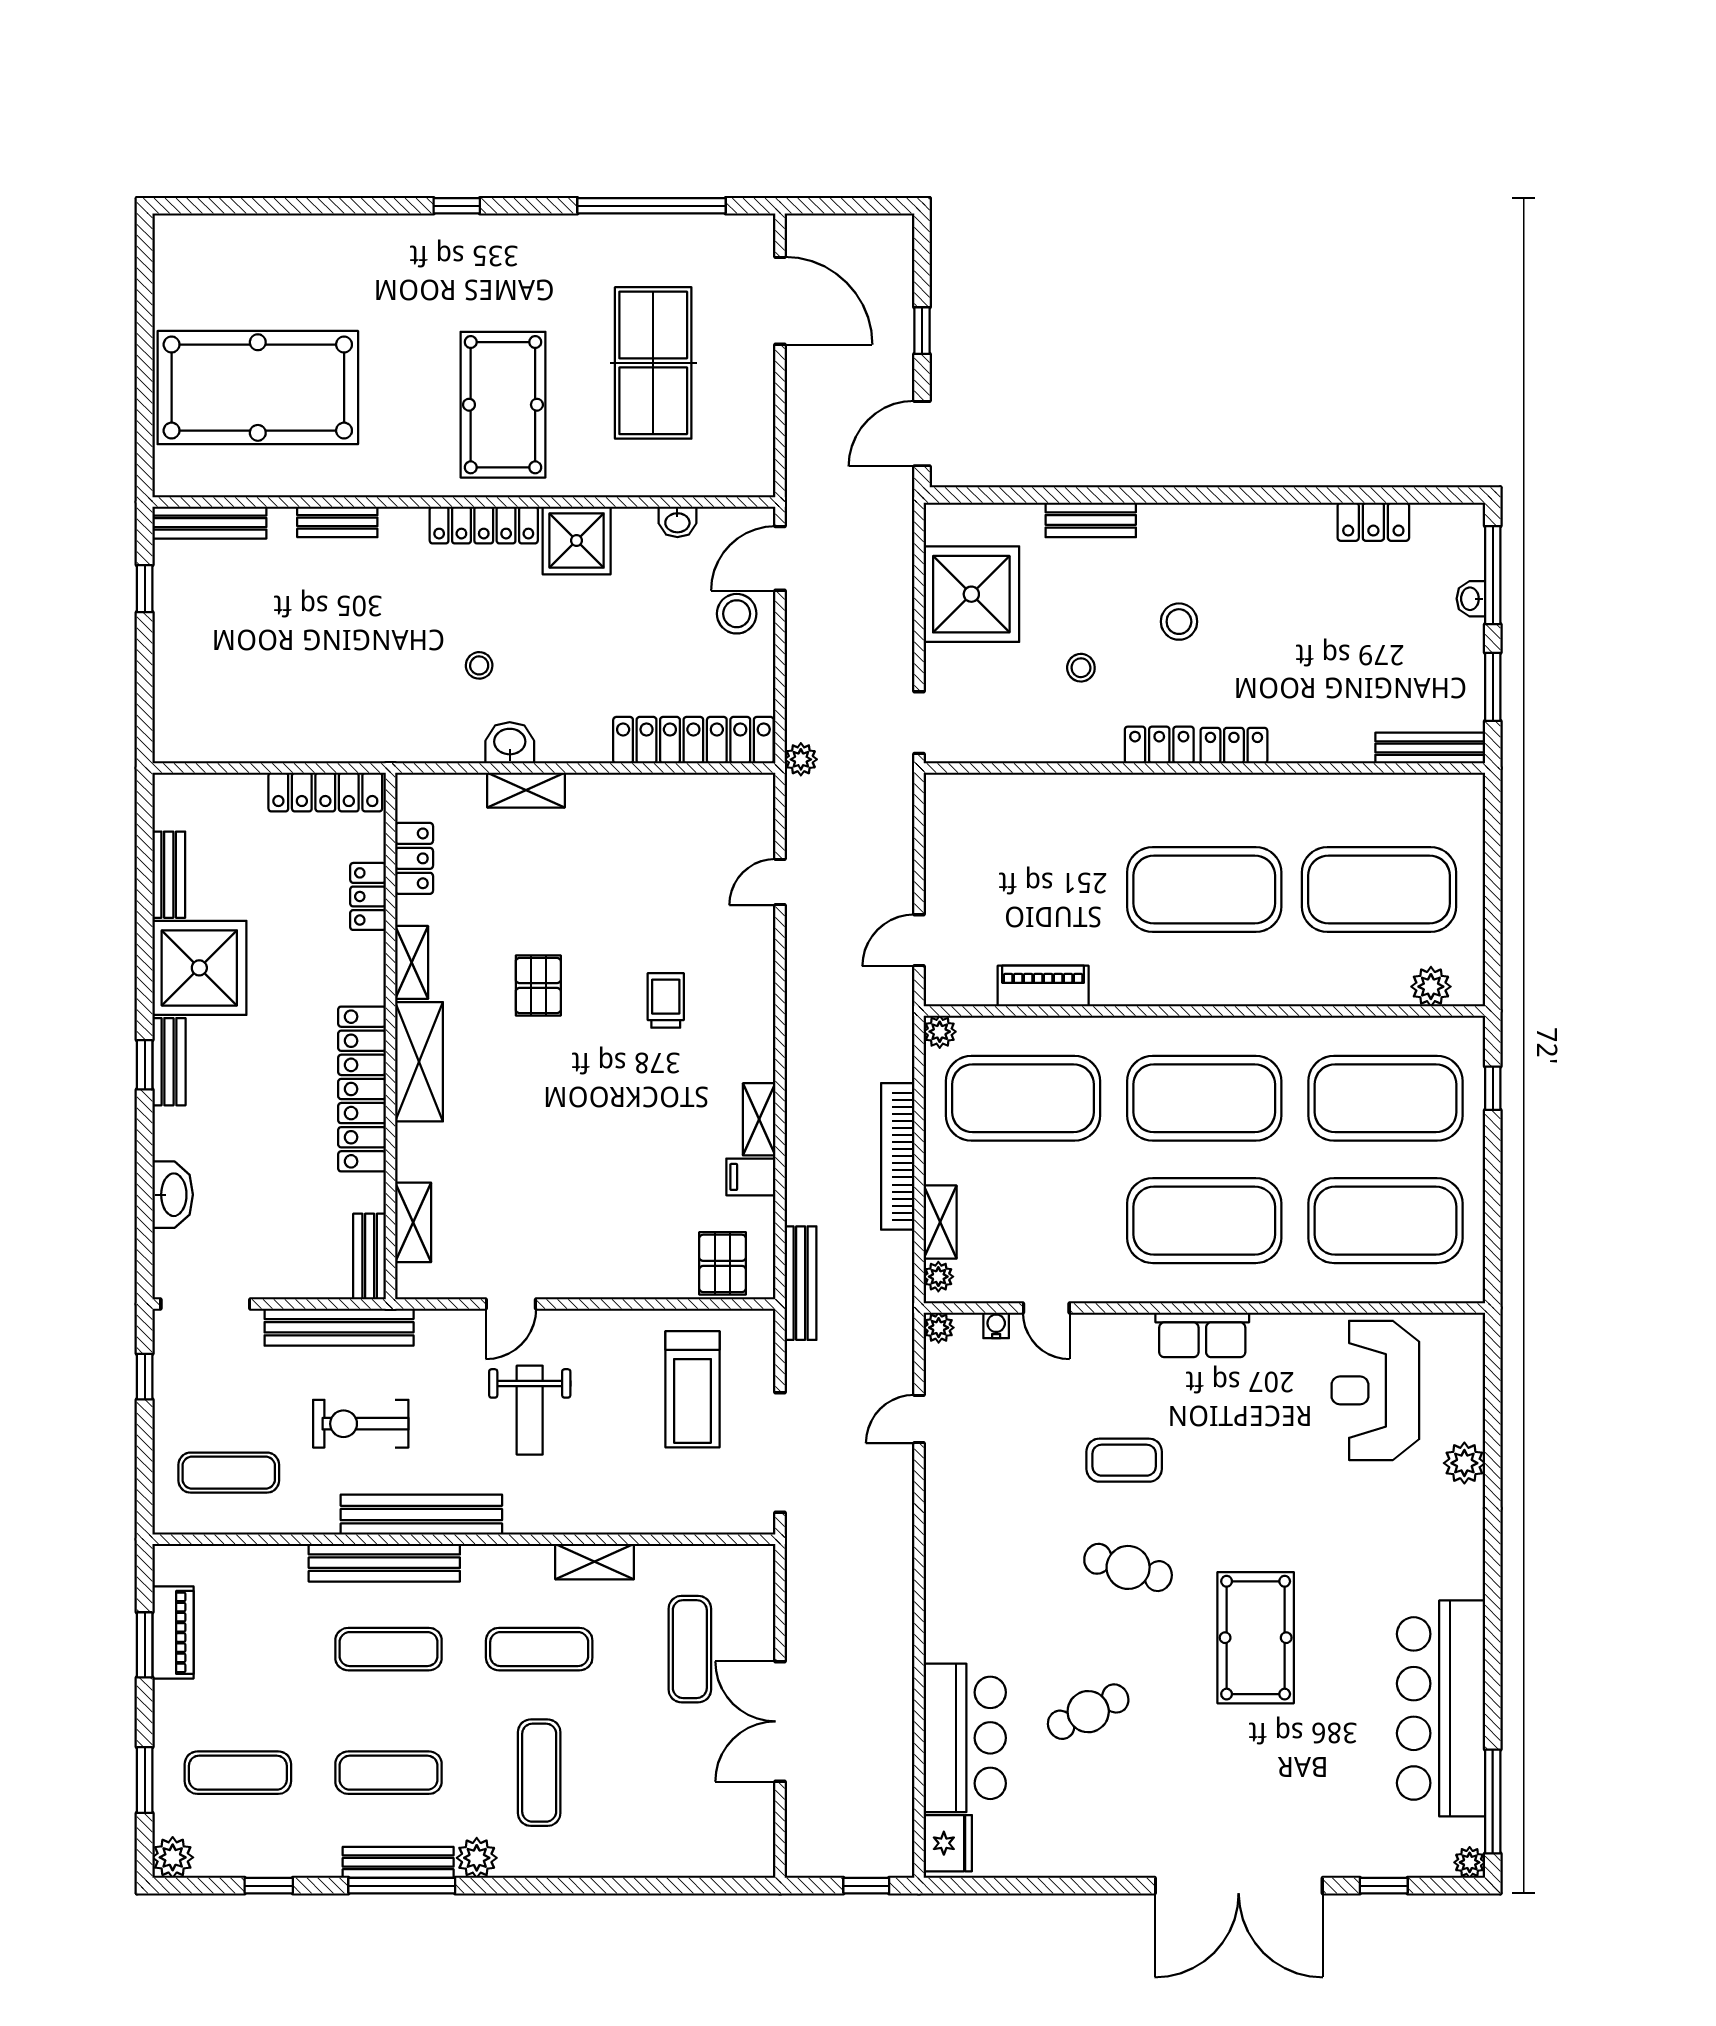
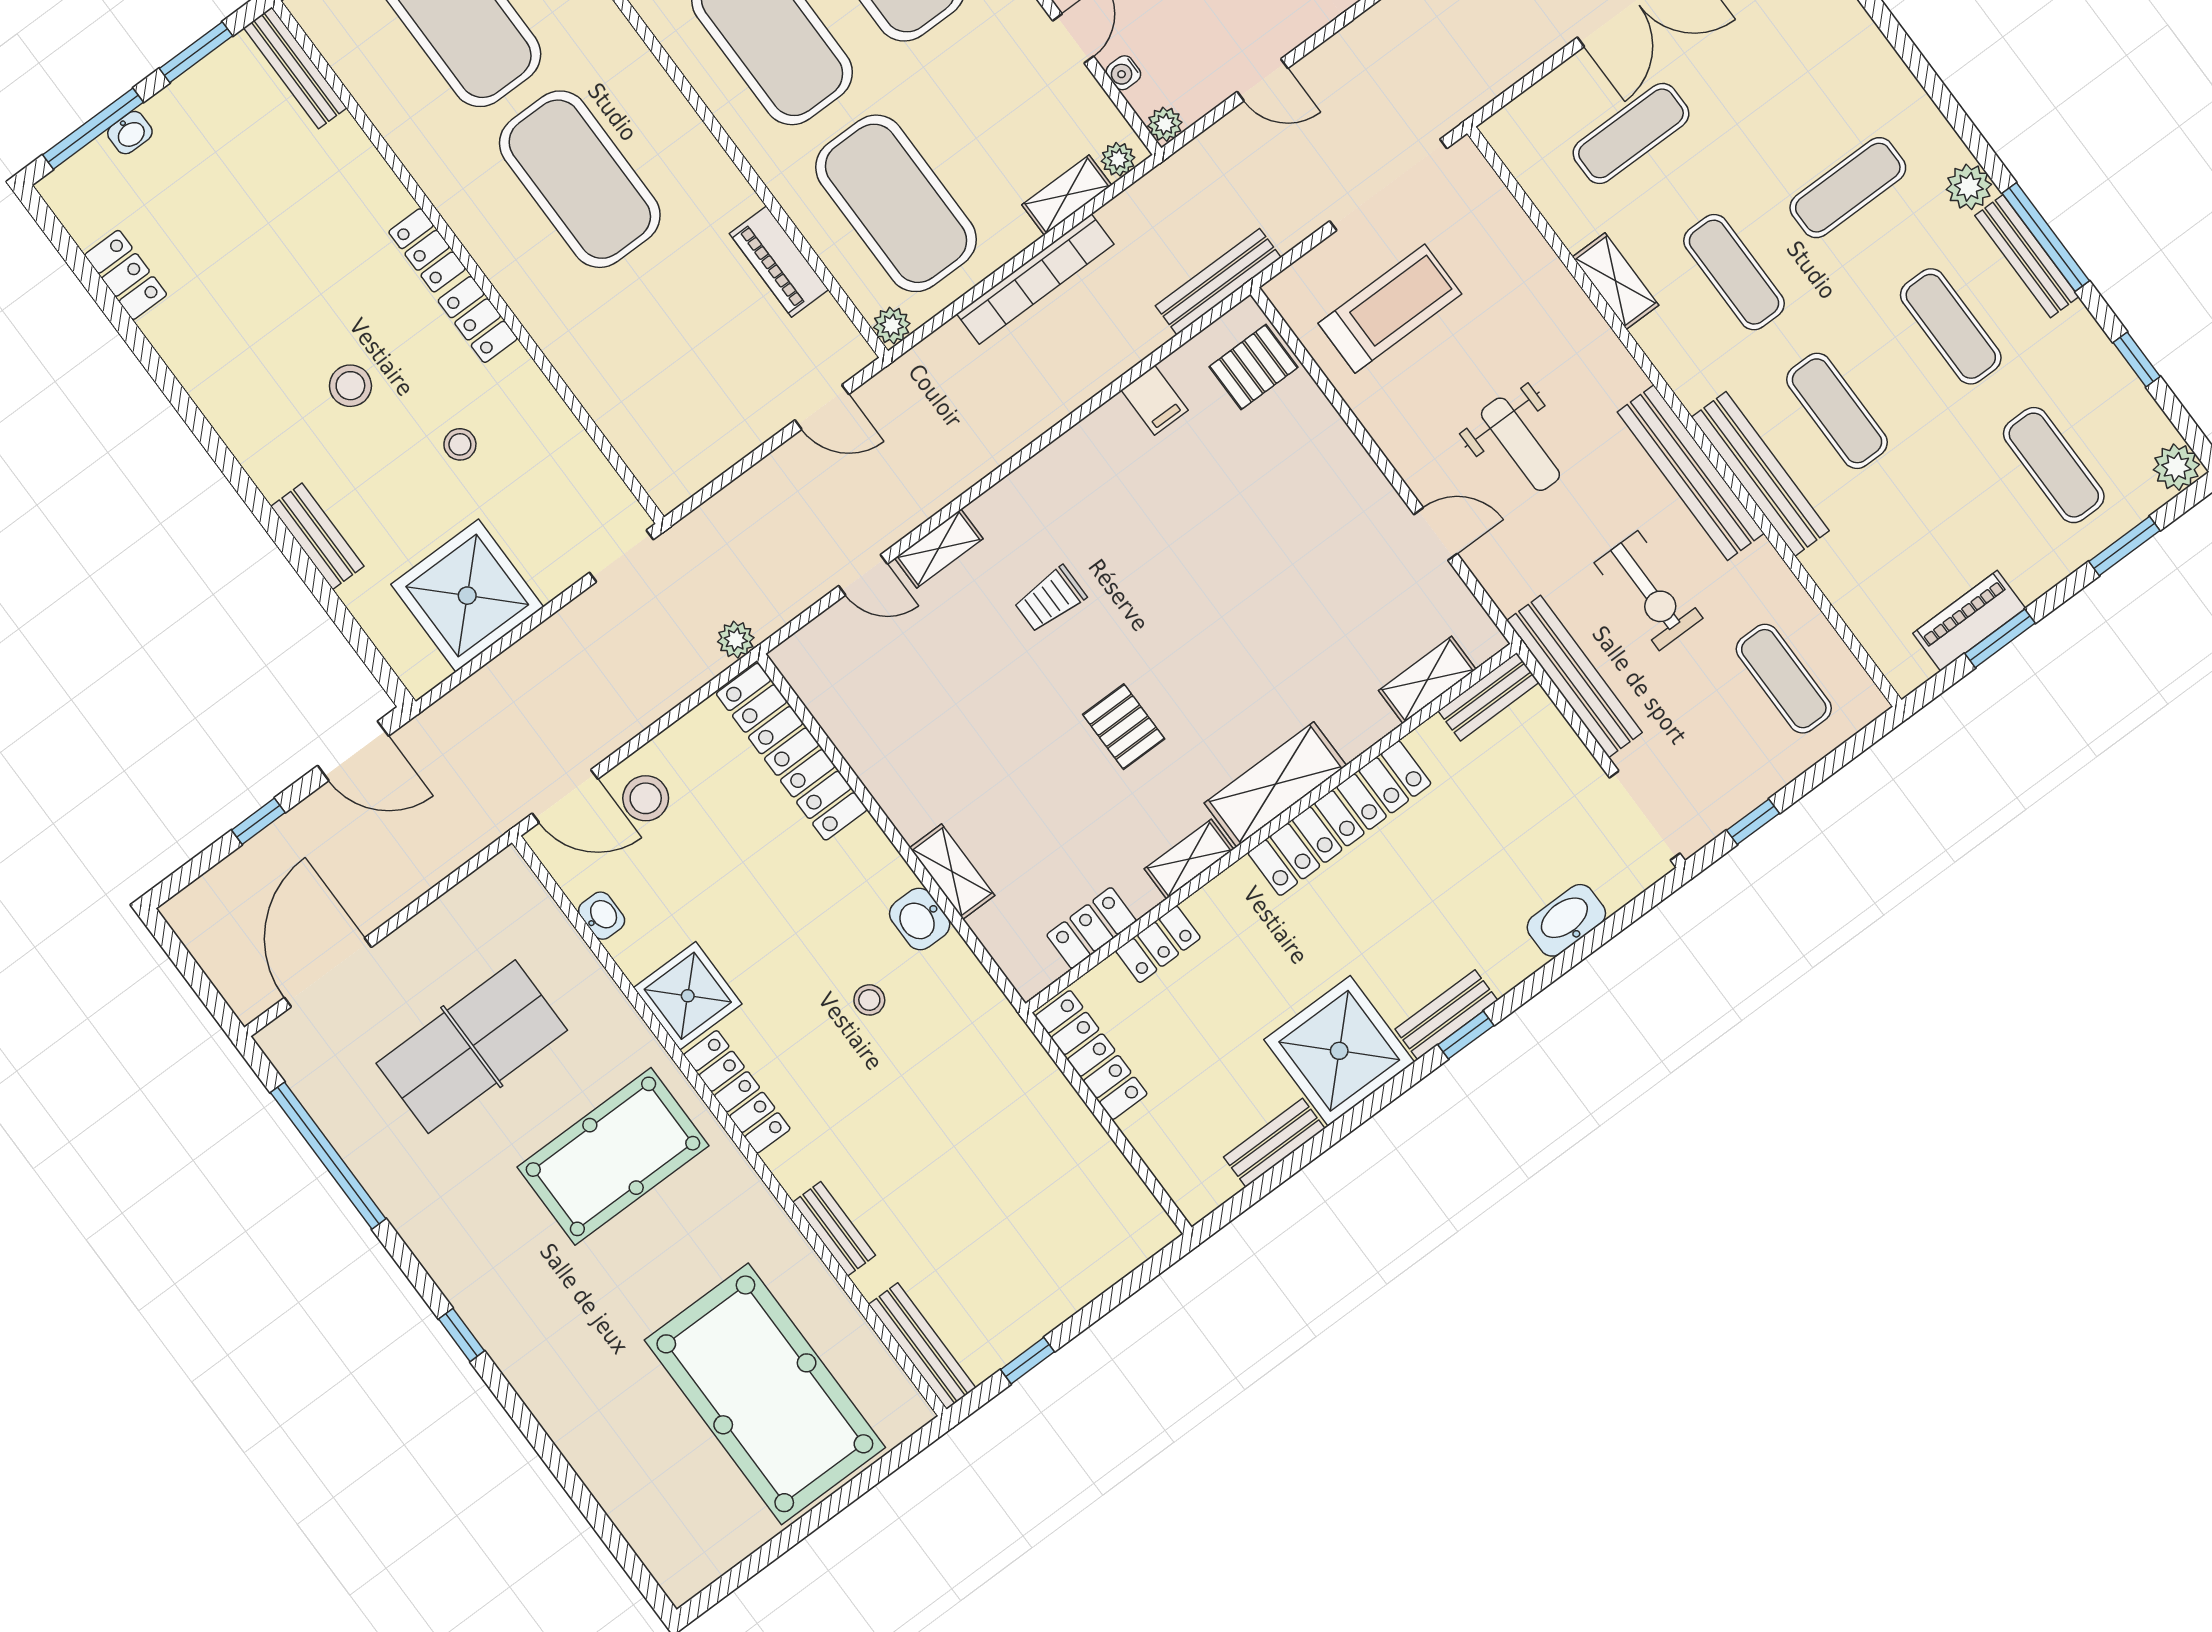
pallet: (538, 986) -> (1124, 727), turned 90
shelving: (759, 1119) -> (939, 548), moved
weight bench: (530, 1410) -> (1520, 444), turned 90

